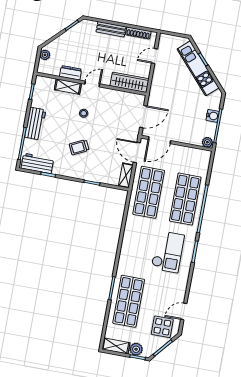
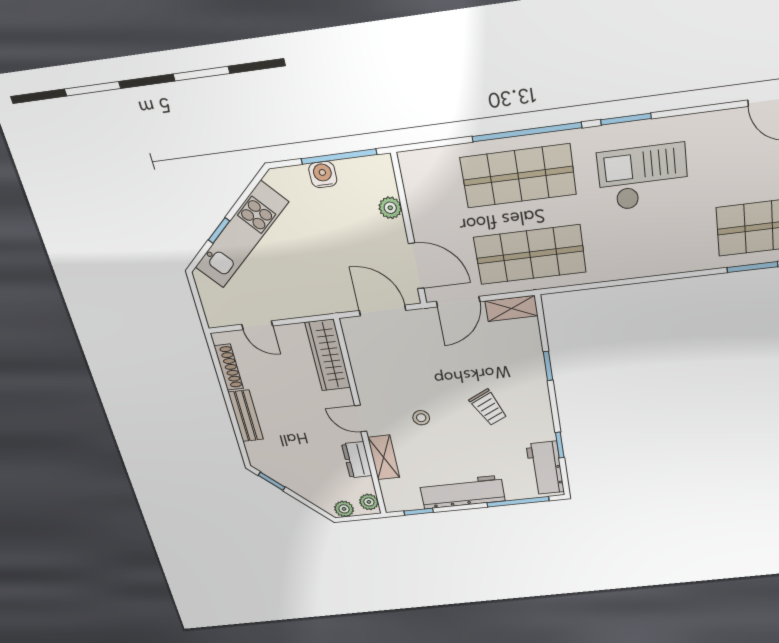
plant: (45, 69) -> (369, 502), added
workbench: (35, 124) -> (462, 492), width x1.38
plant: (207, 142) -> (390, 208), moved

